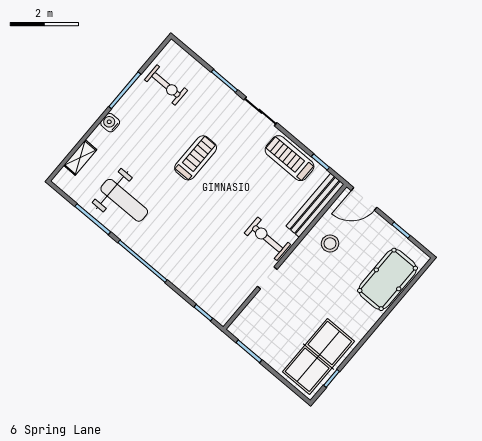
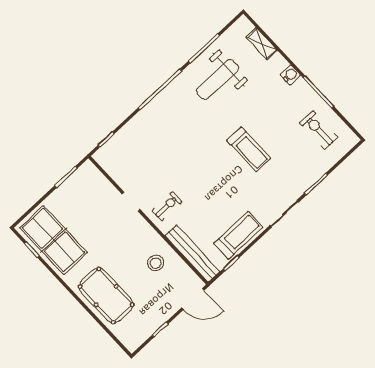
exercise bike: (166, 85) -> (319, 130), turned 90
door: (364, 199) -> (193, 299), swing flipped
exercise bike: (267, 239) -> (167, 206), width x0.73, depth x0.72
pool table: (388, 279) -> (106, 296), moved

